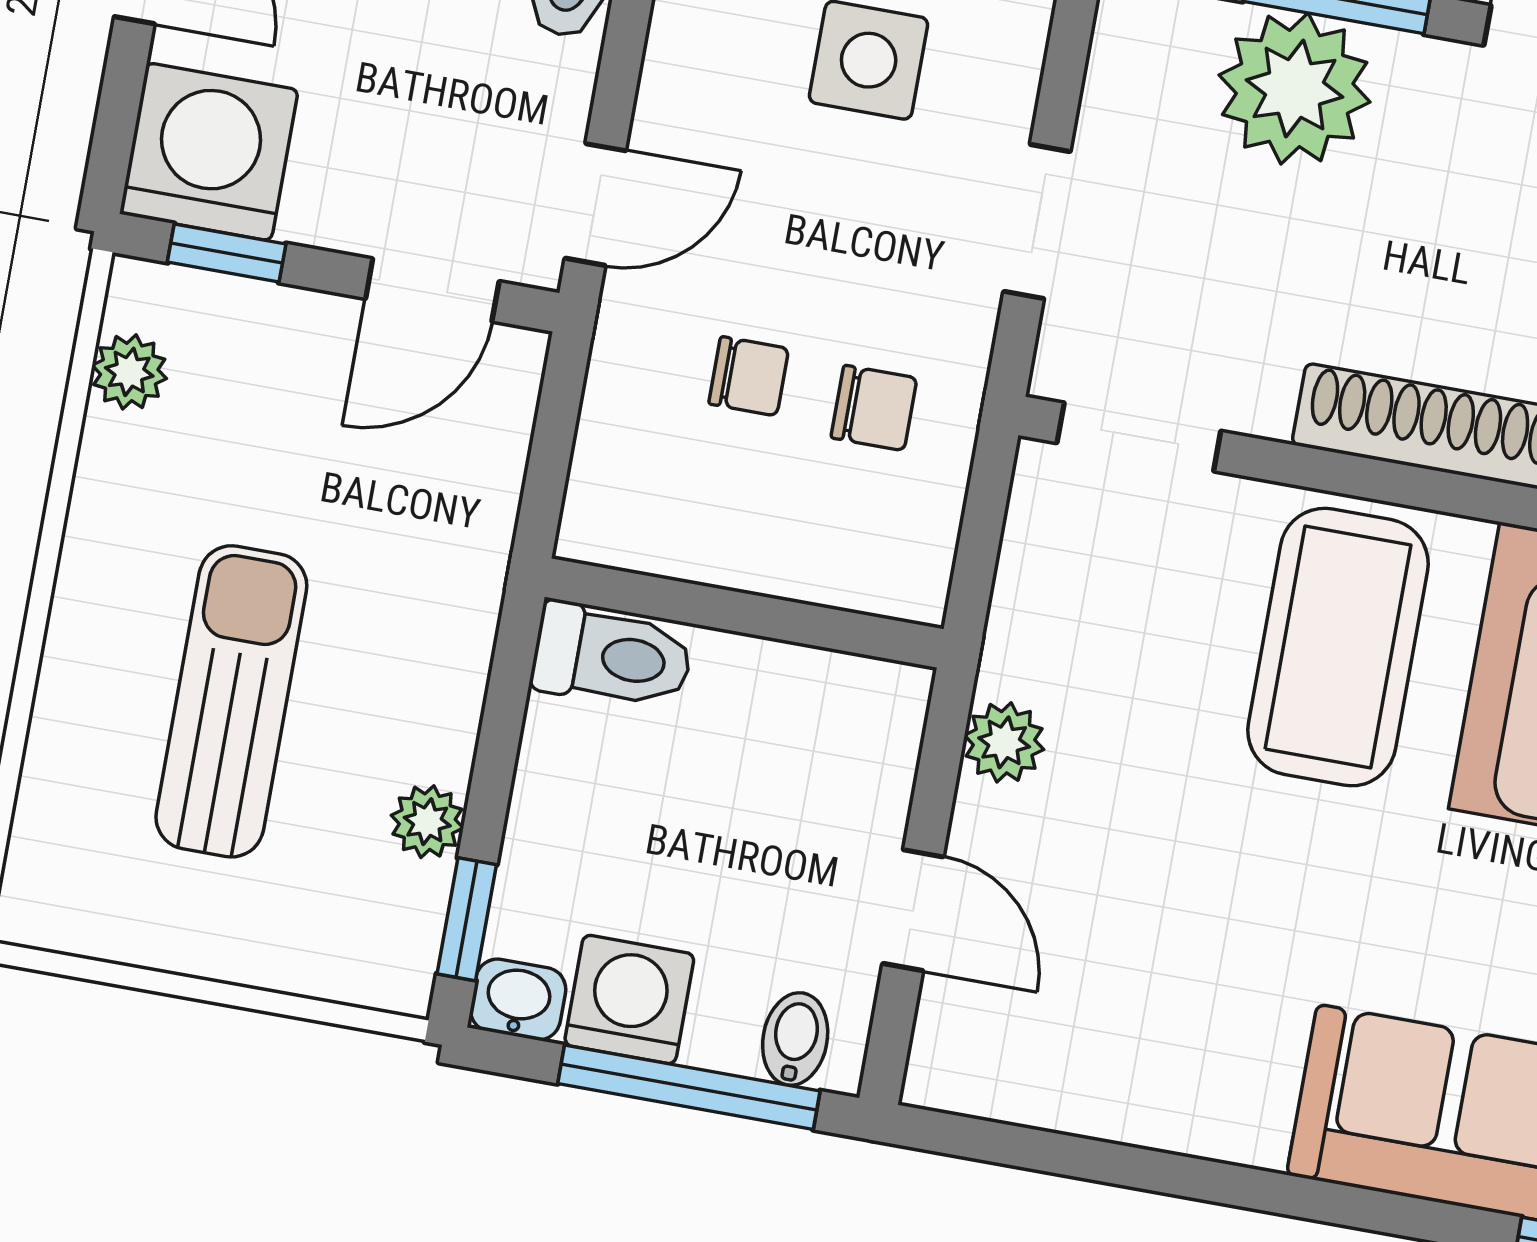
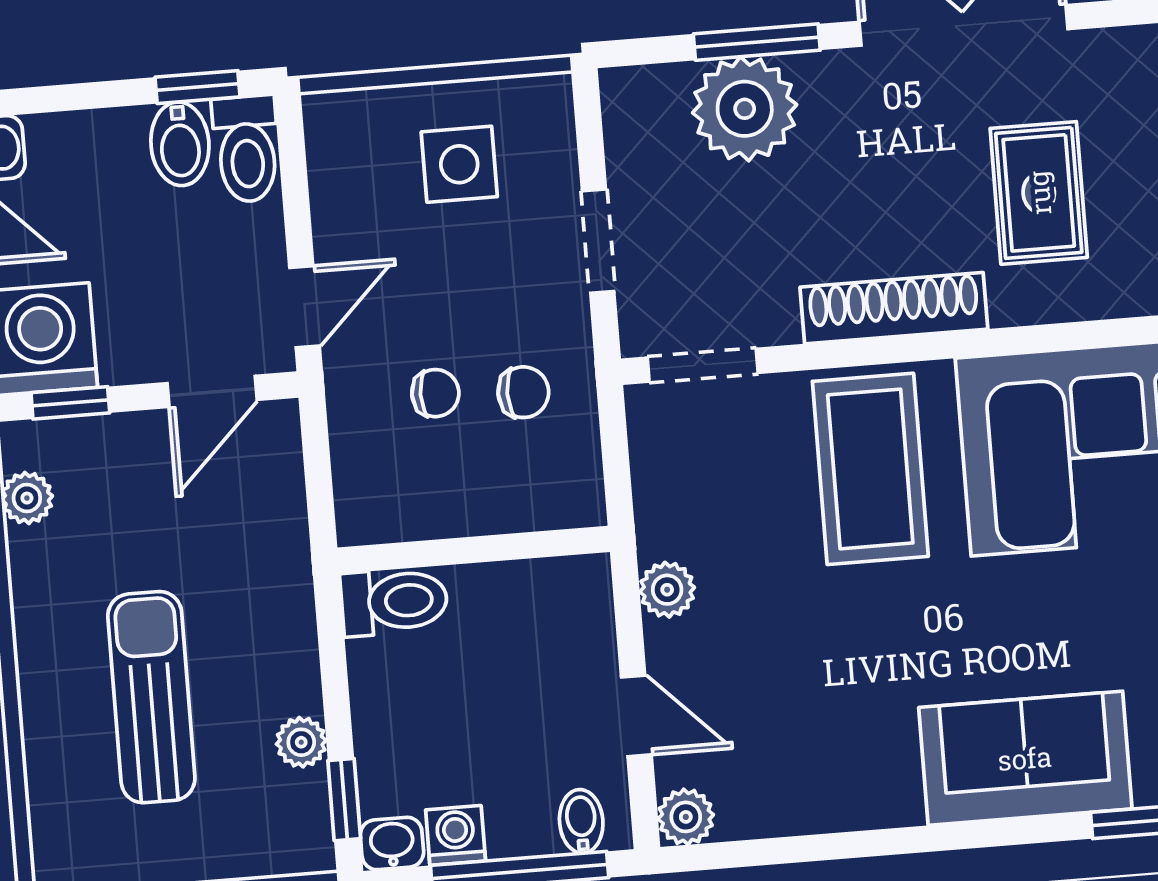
washing machine: (629, 999) -> (456, 835), width x0.73, depth x0.73
plant: (945, 1072) -> (686, 817), added

